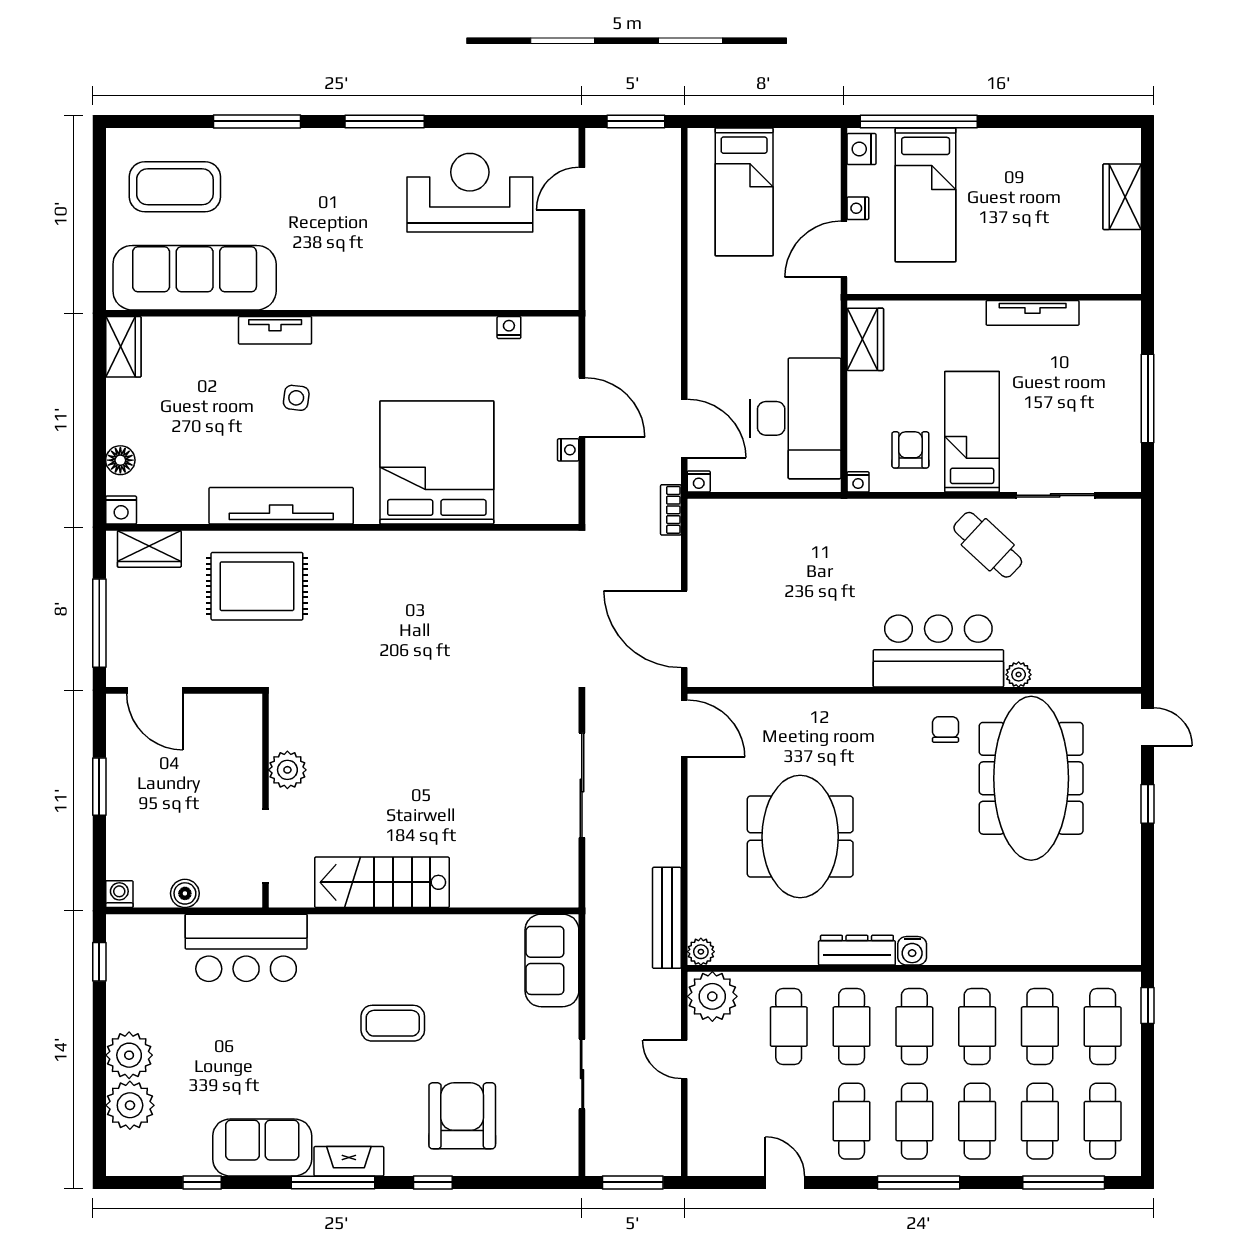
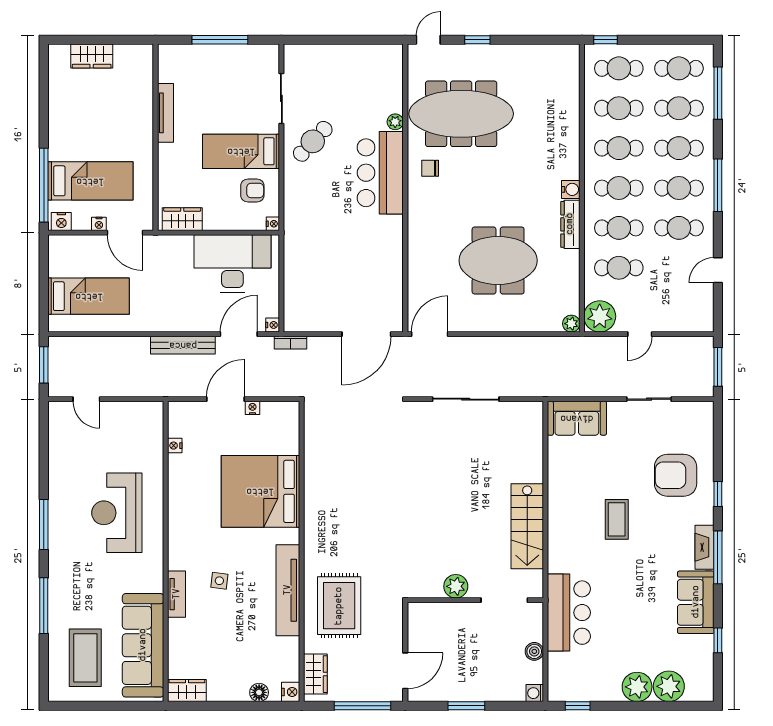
reception desk: (470, 193) -> (117, 513), moved
armchair: (910, 450) -> (252, 190), turned 180
bench: (667, 918) -> (183, 345), moved

